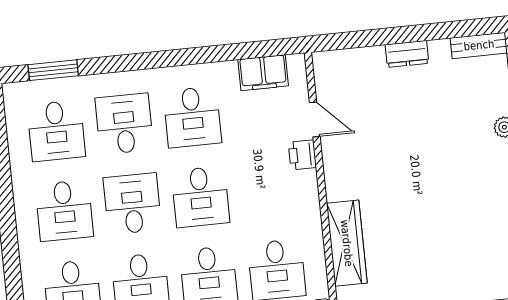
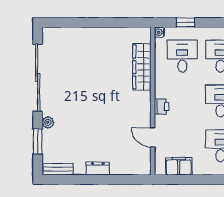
printer: (302, 155) -> (162, 107), moved

